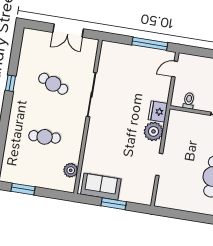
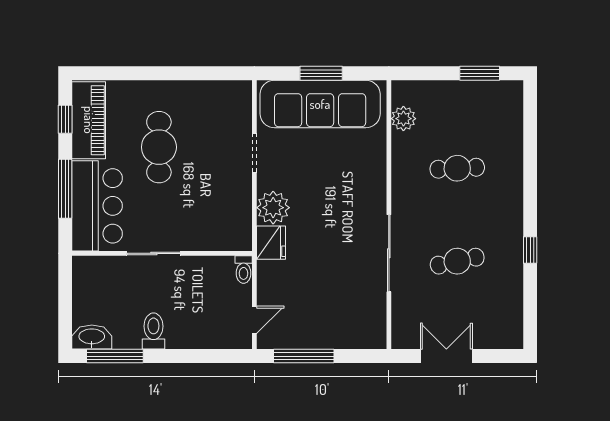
cafe table: (53, 84) -> (457, 261), turned -33
toilet: (189, 101) -> (244, 270), moved
sofa: (101, 187) -> (320, 104), width x1.85, depth x1.27

